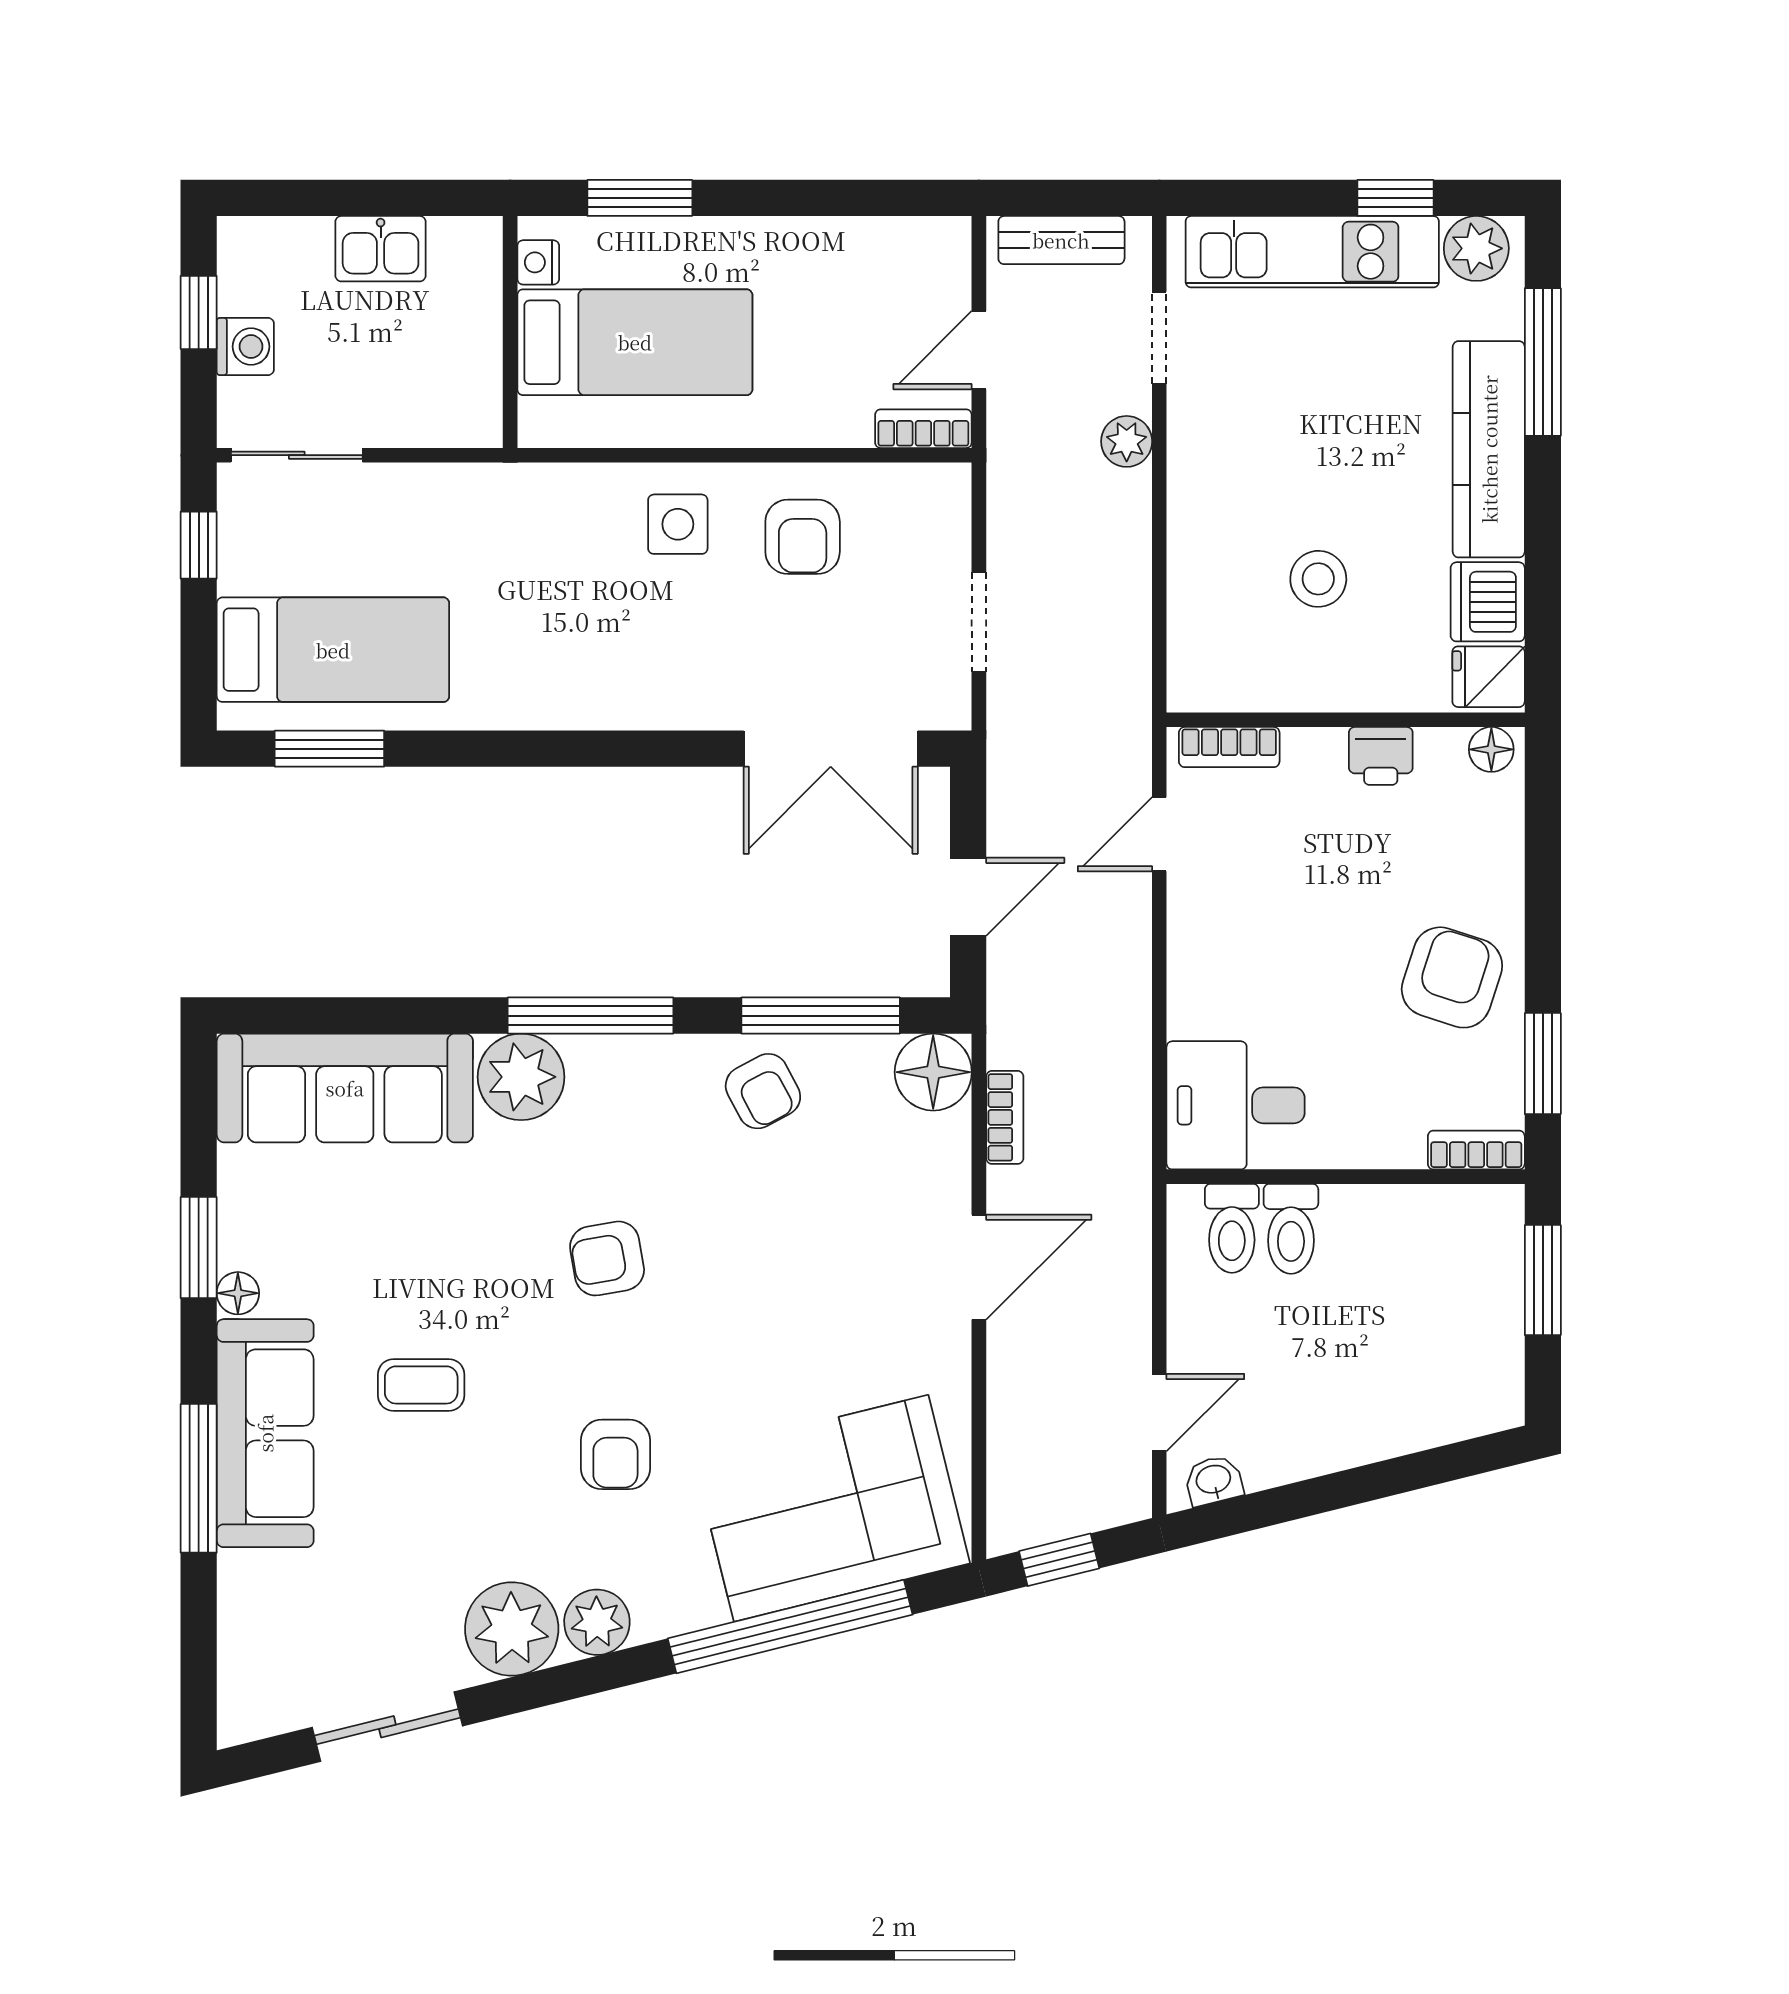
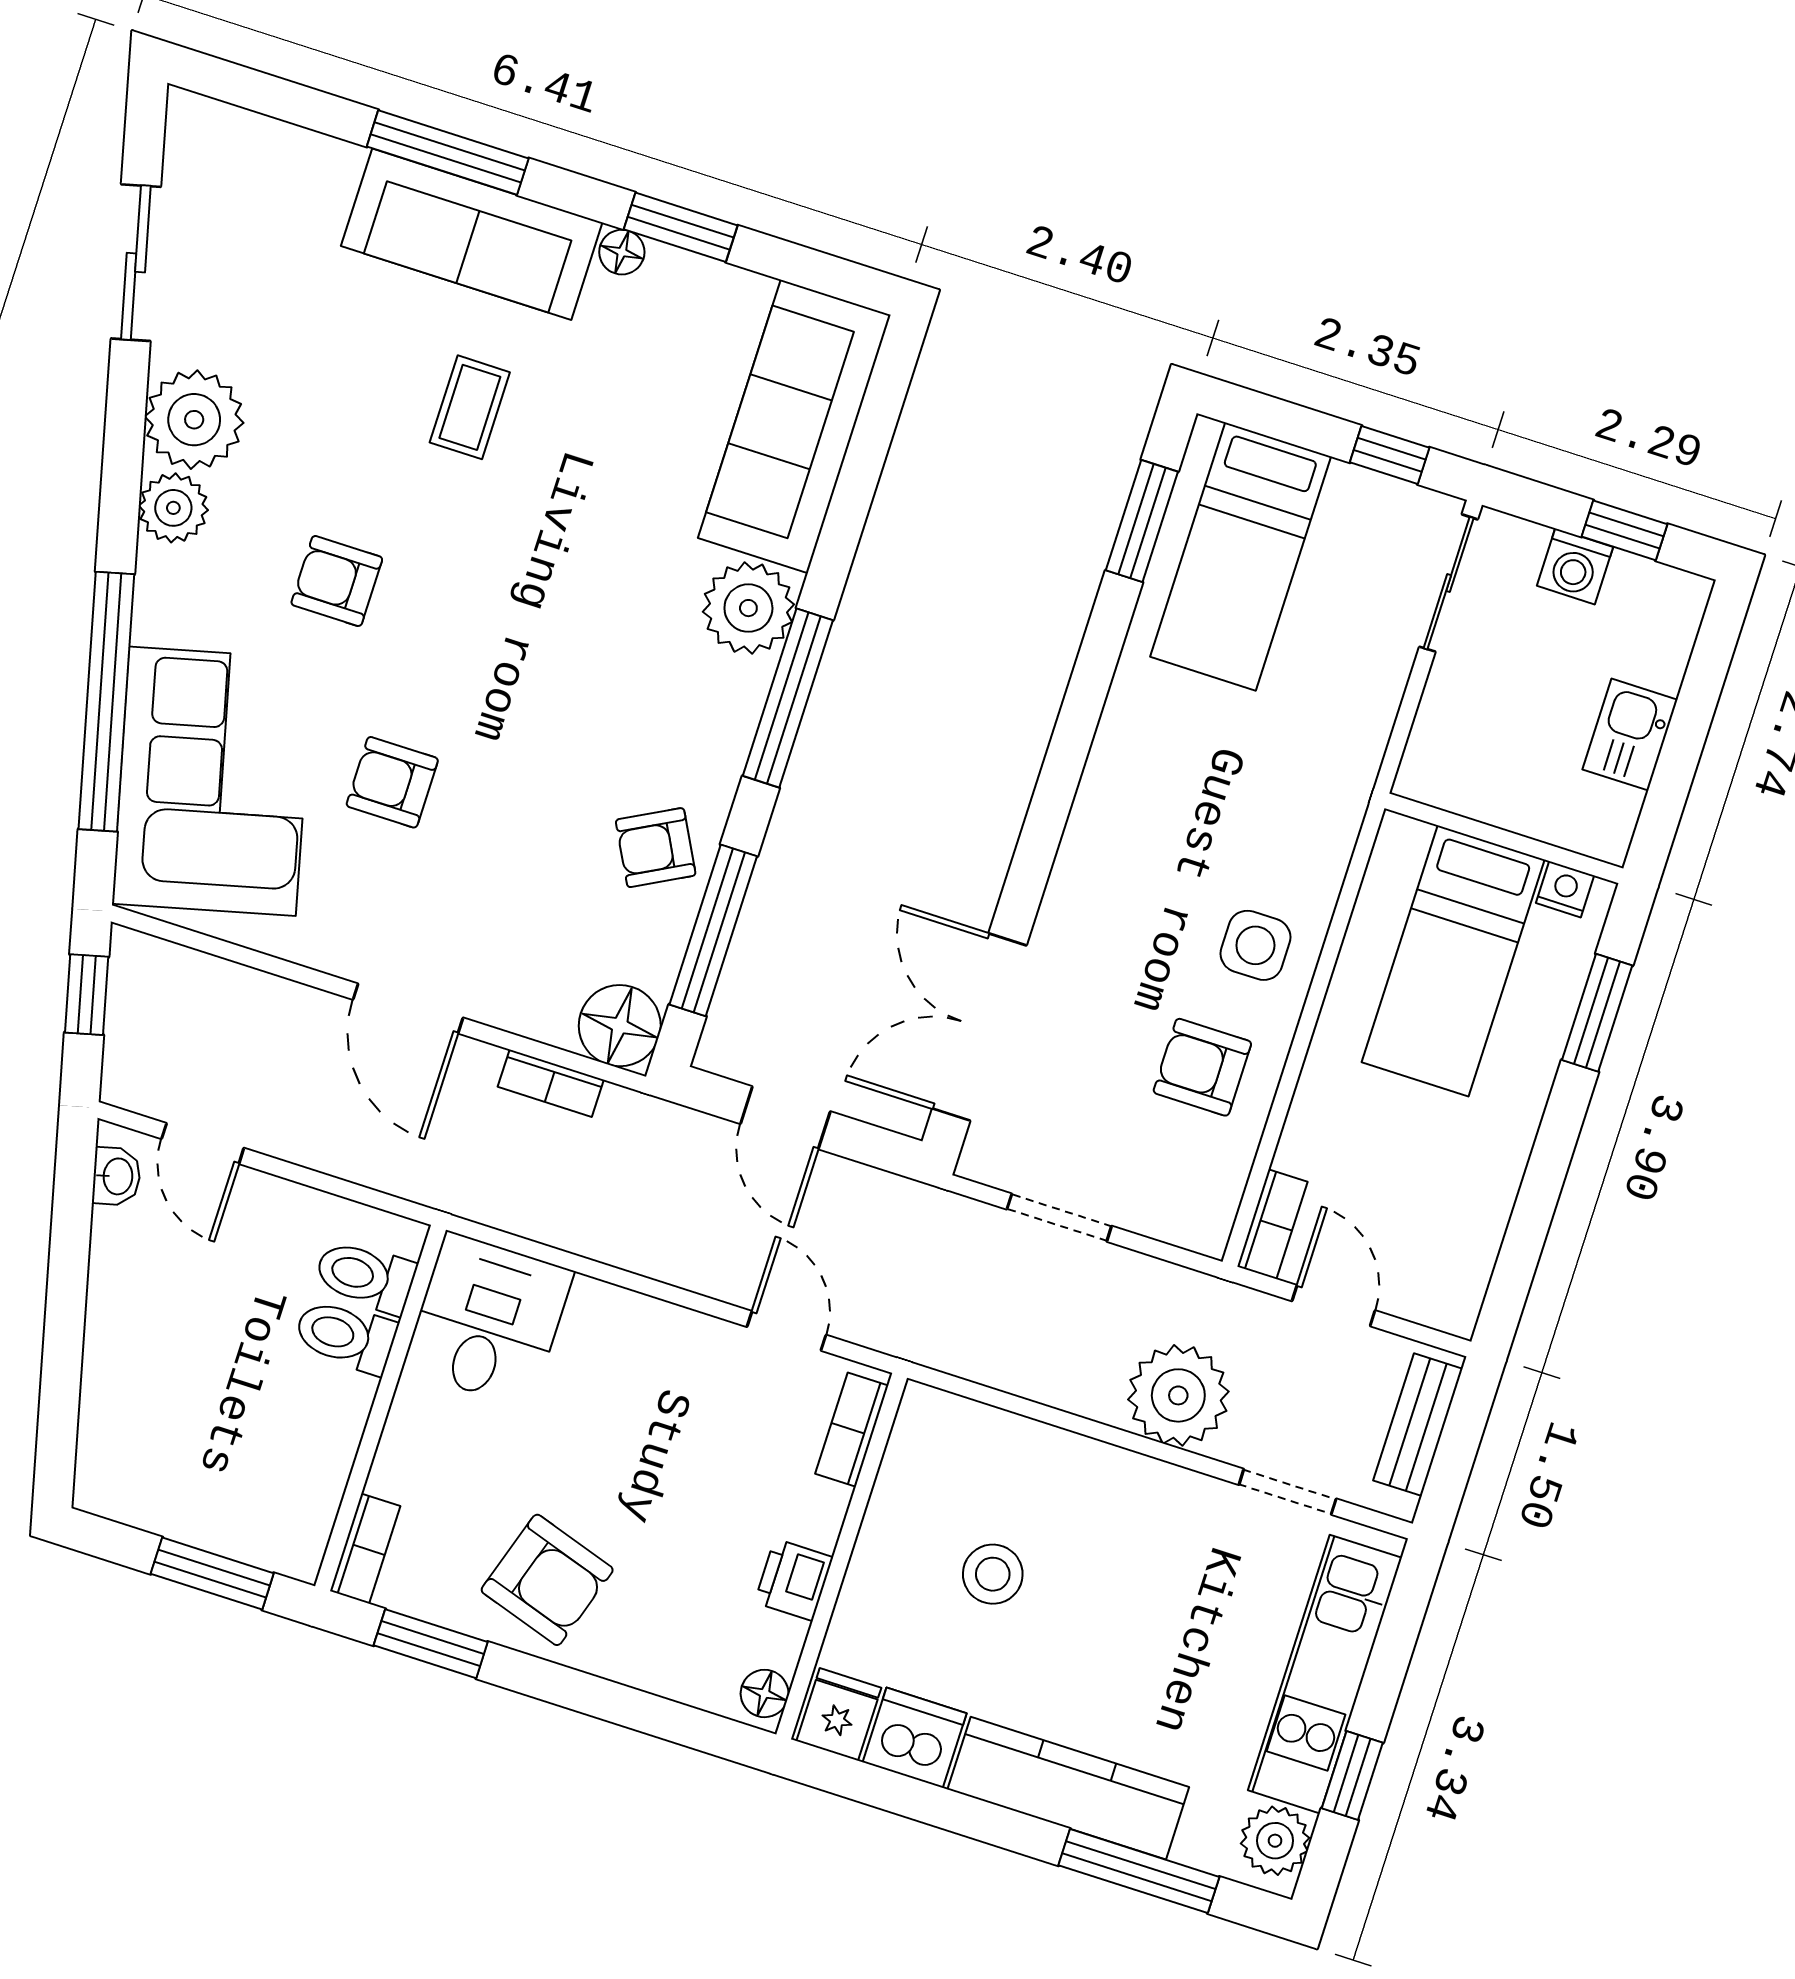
plant: (1127, 441) -> (1178, 1395), width x1.88, depth x1.88
armchair: (607, 1258) -> (392, 782), moved, turned -80

